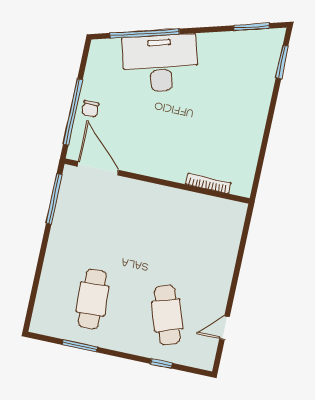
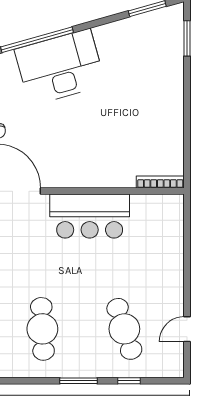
bookcase: (208, 183) -> (160, 182), moved
bar counter: (158, 205) -> (90, 216), added
window: (80, 346) -> (79, 381), moved

